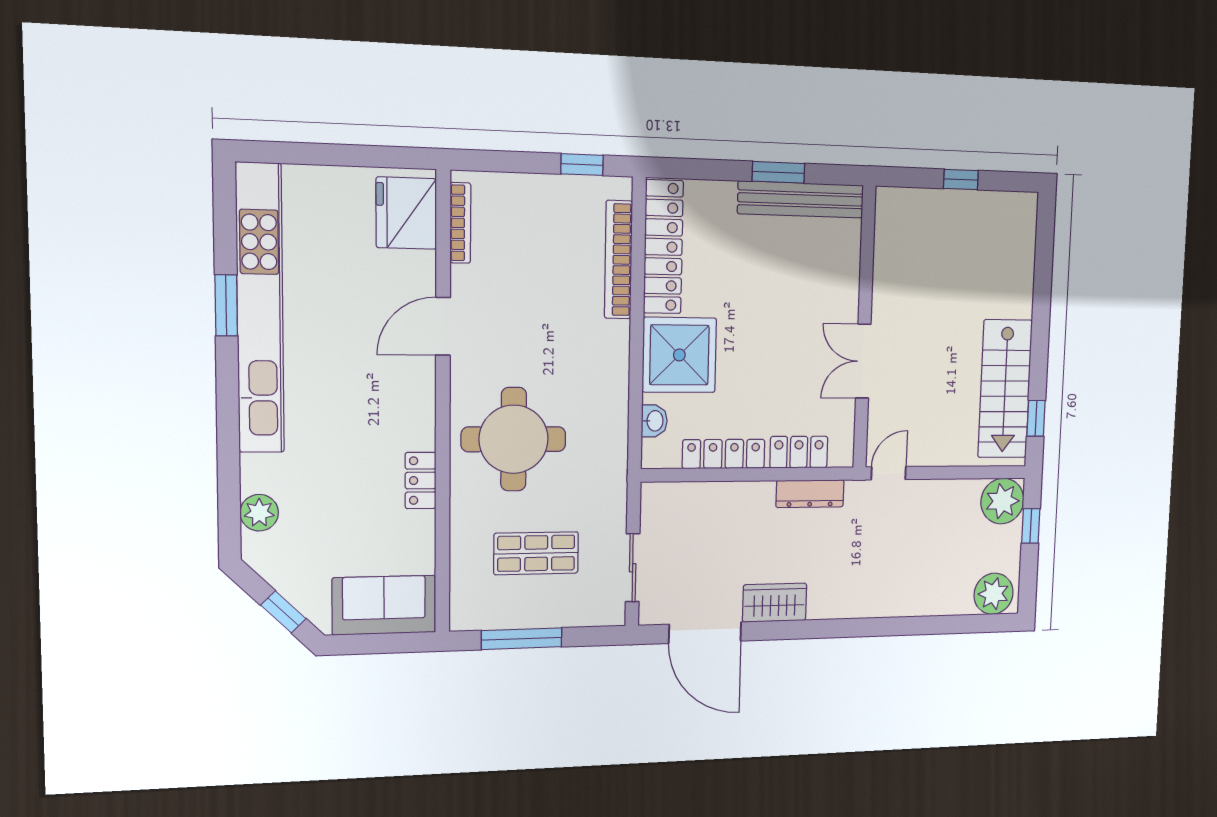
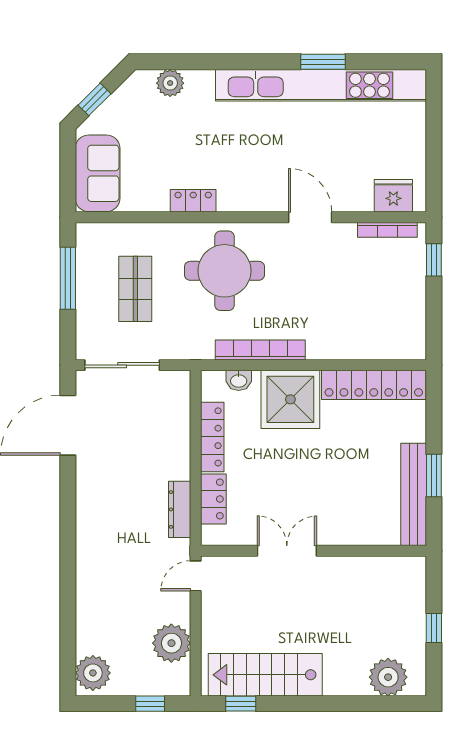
window: (582, 165) -> (434, 260), moved
fridge: (406, 213) -> (393, 196), width x0.73, depth x0.75
plant: (1015, 239) -> (388, 677), added
bookcase: (618, 260) -> (260, 350), moved
door: (889, 473) -> (196, 576), swing flipped
plant: (1002, 501) -> (171, 643), moved
sliding door: (633, 568) -> (122, 365), width x1.37
wardrobe: (775, 603) -> (91, 482), removed

